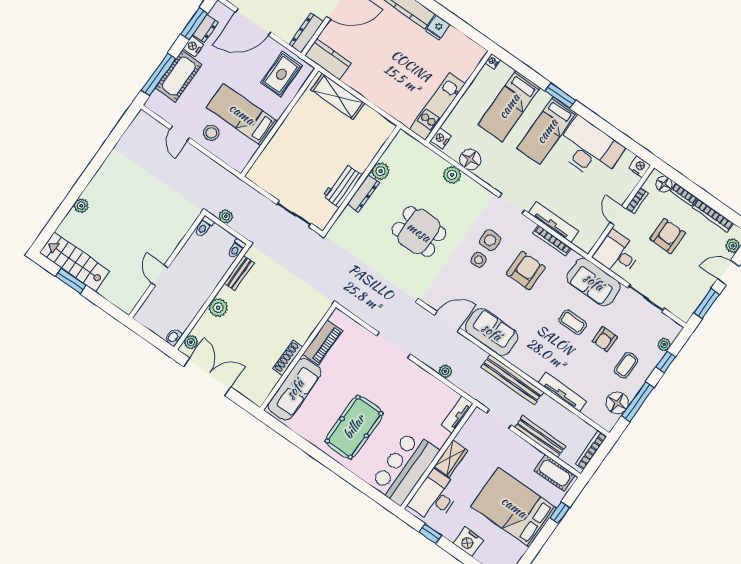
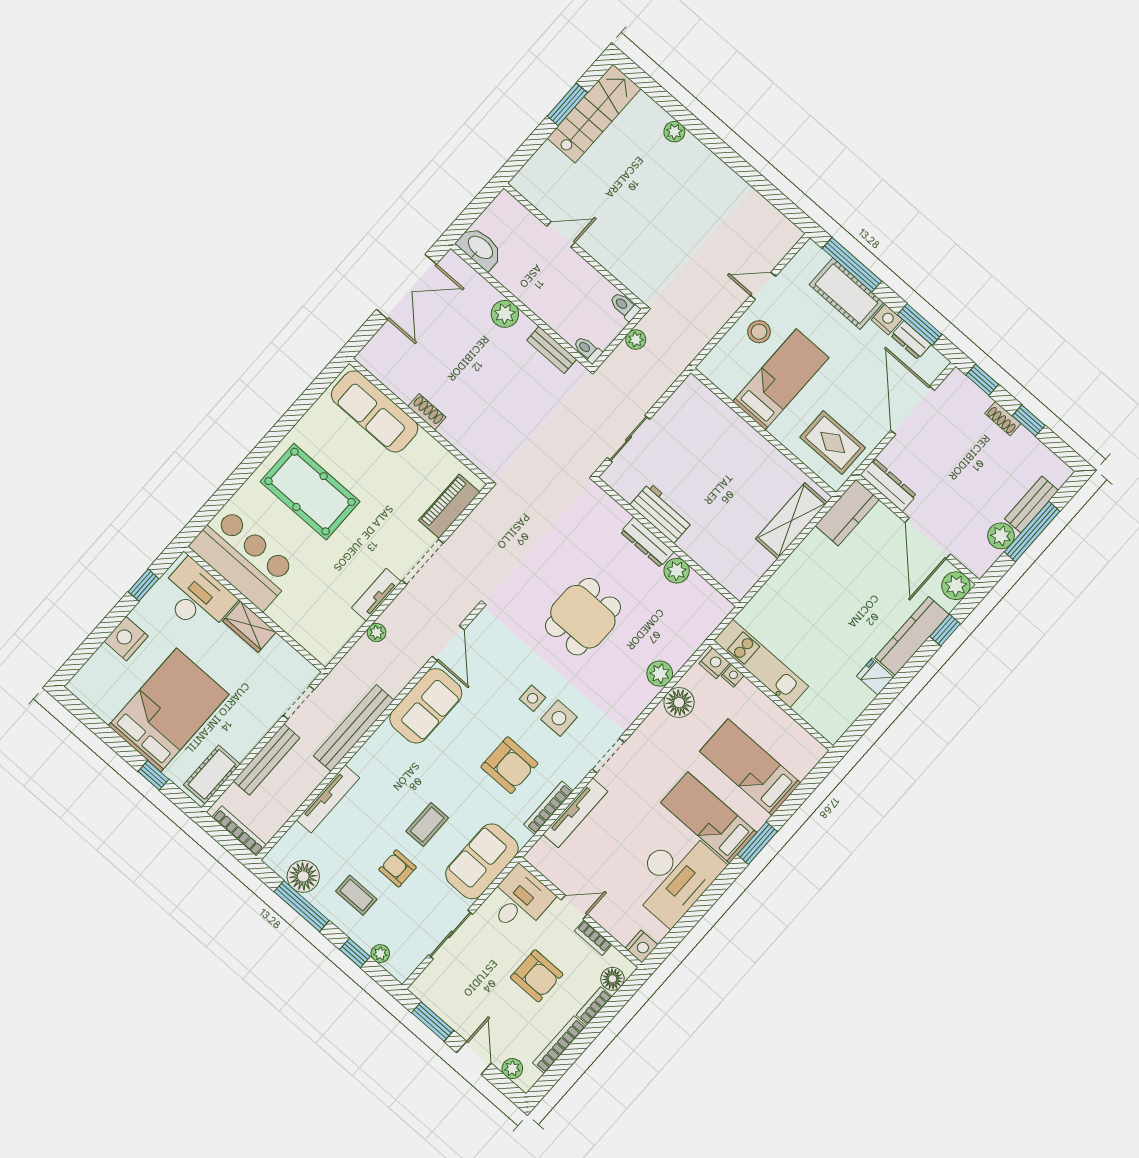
nightstand: (493, 61) -> (733, 676), moved
washbasin: (173, 337) -> (480, 248), width x1.91, depth x1.45
plant: (191, 342) -> (459, 269), removed
piano: (323, 342) -> (449, 506), moved, turned 90
shoe rack: (288, 358) -> (427, 412), width x0.70
tv unit: (457, 414) -> (376, 595), moved, turned -90

